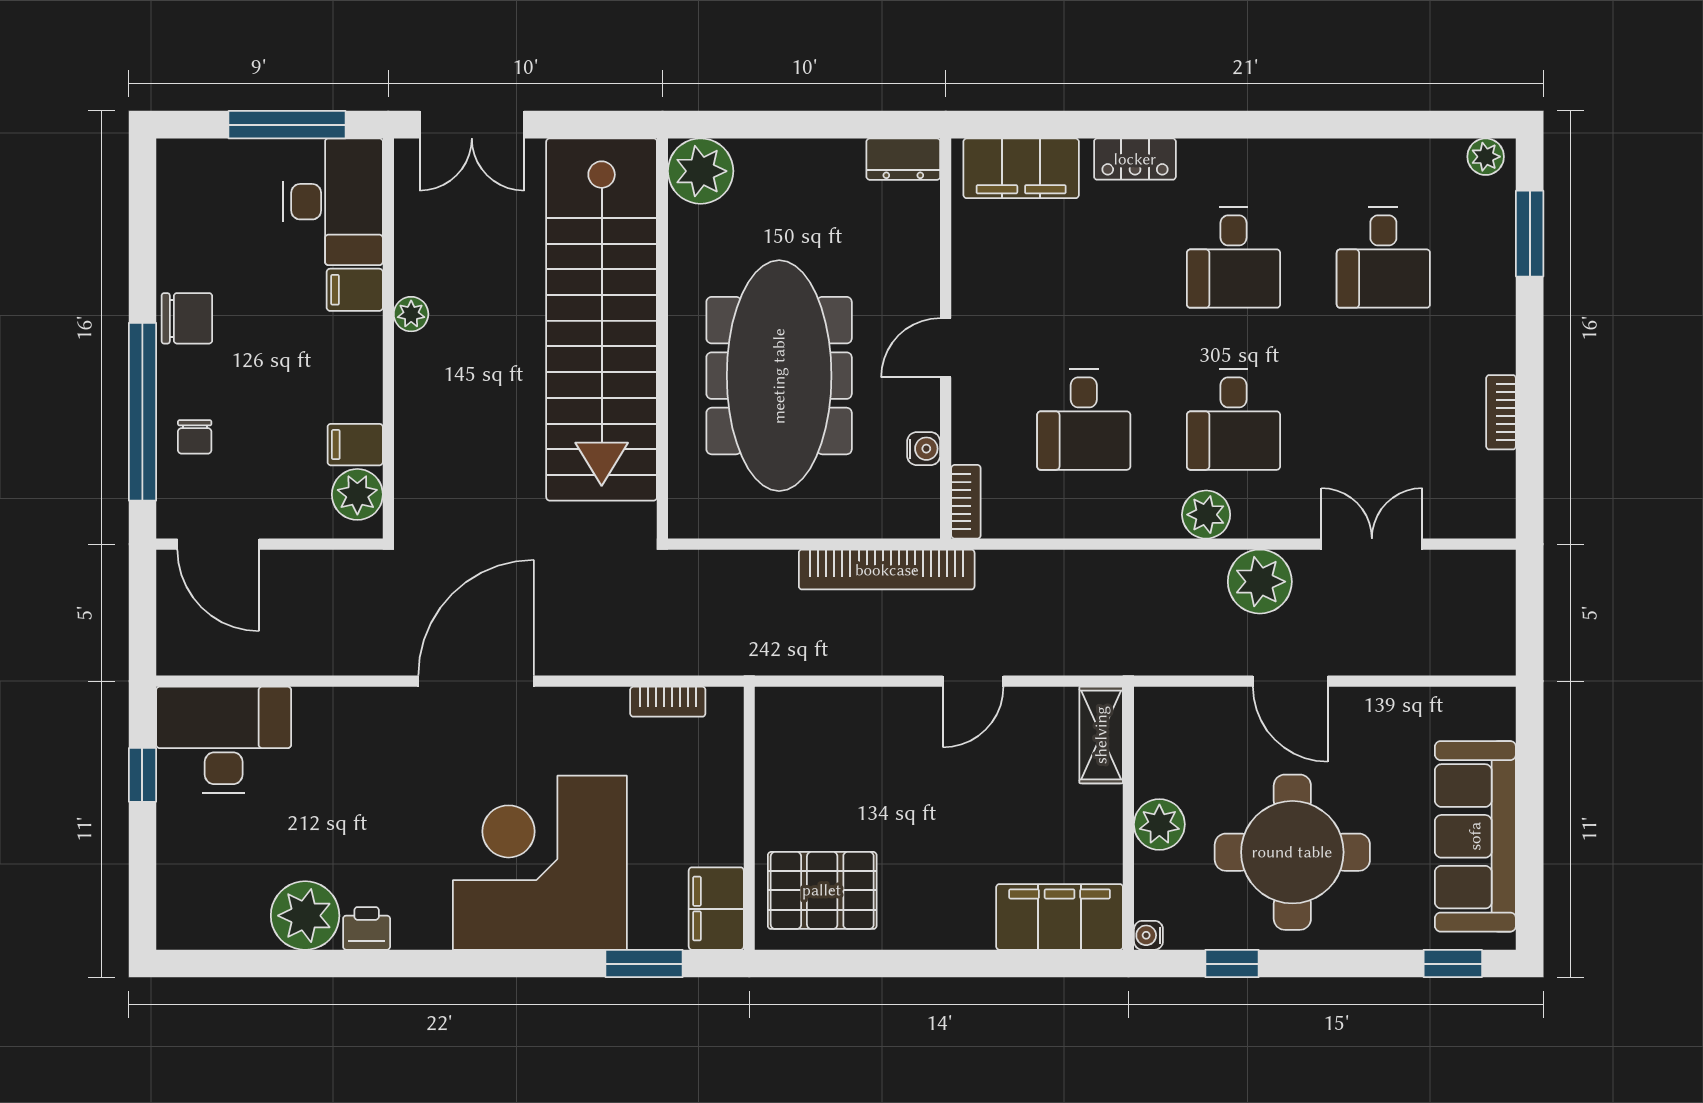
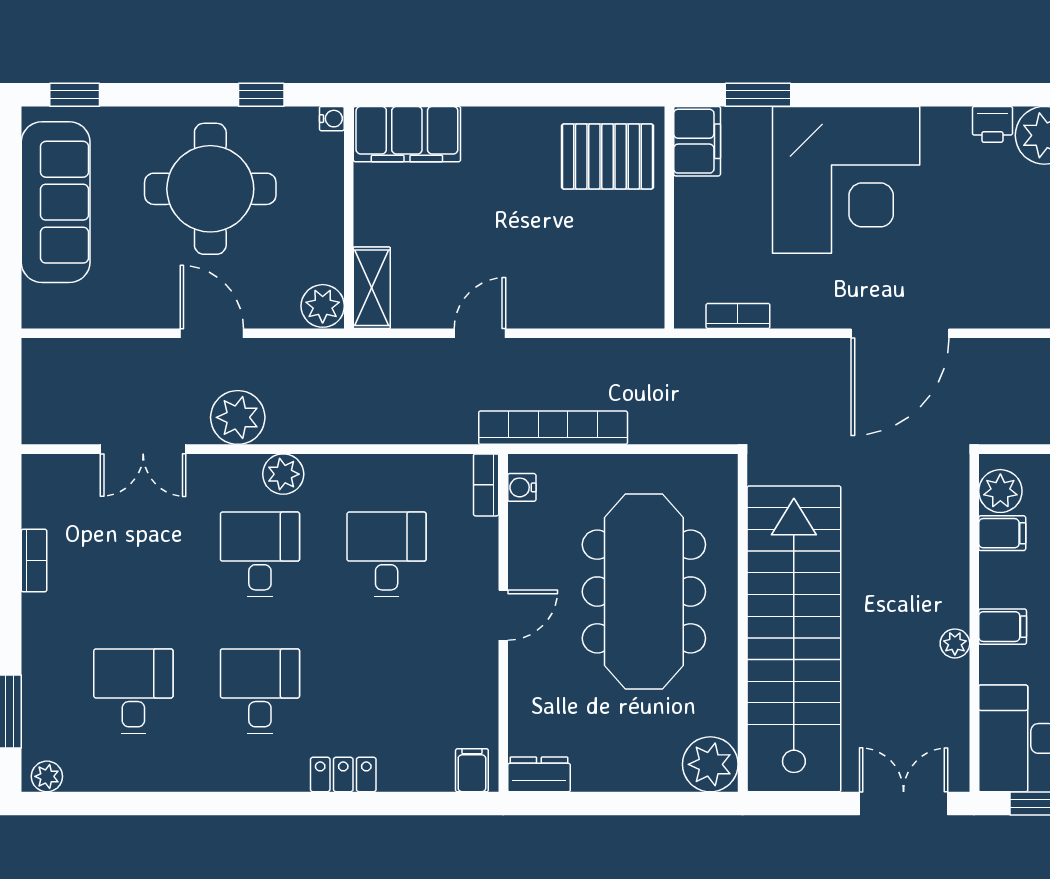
filing cabinet: (1021, 168) -> (472, 770), width x0.33, depth x0.86
filing cabinet: (355, 290) -> (1003, 627), moved
water cooler: (924, 449) -> (522, 487), moved
plant: (1159, 824) -> (323, 306), moved

